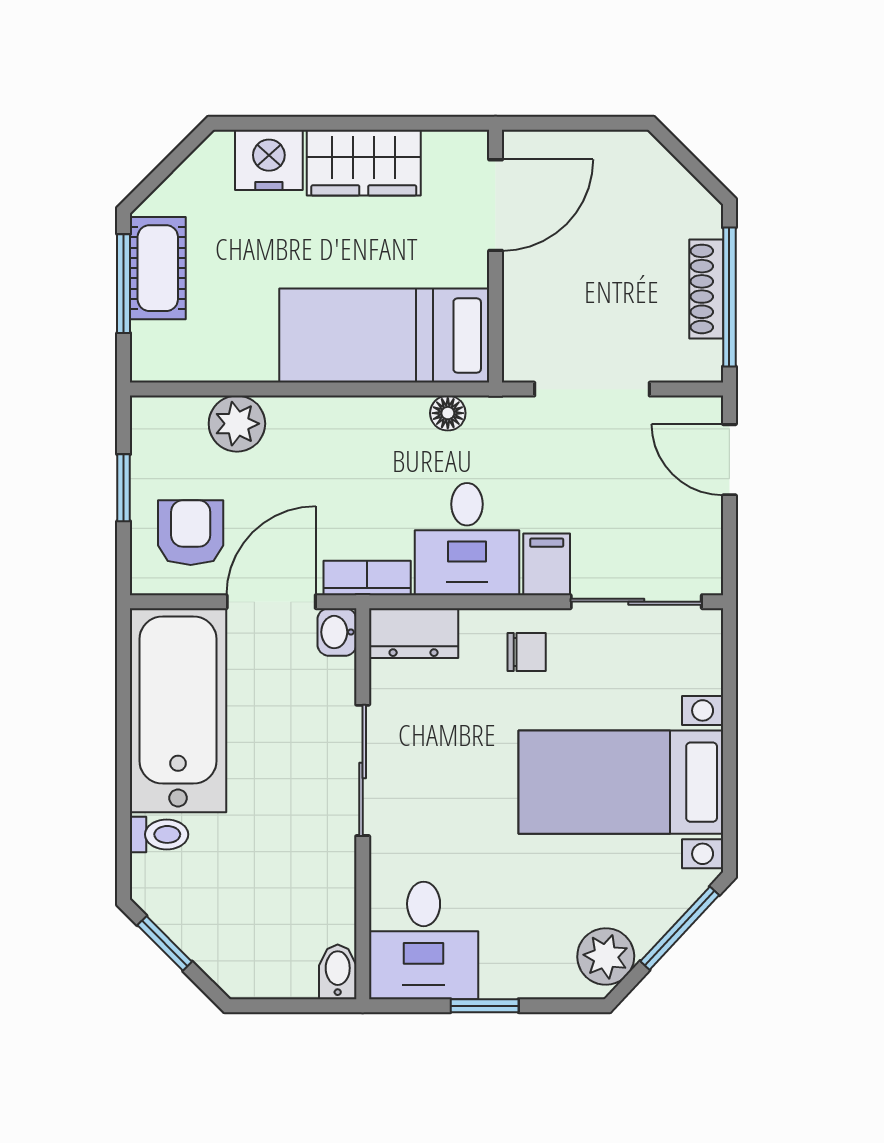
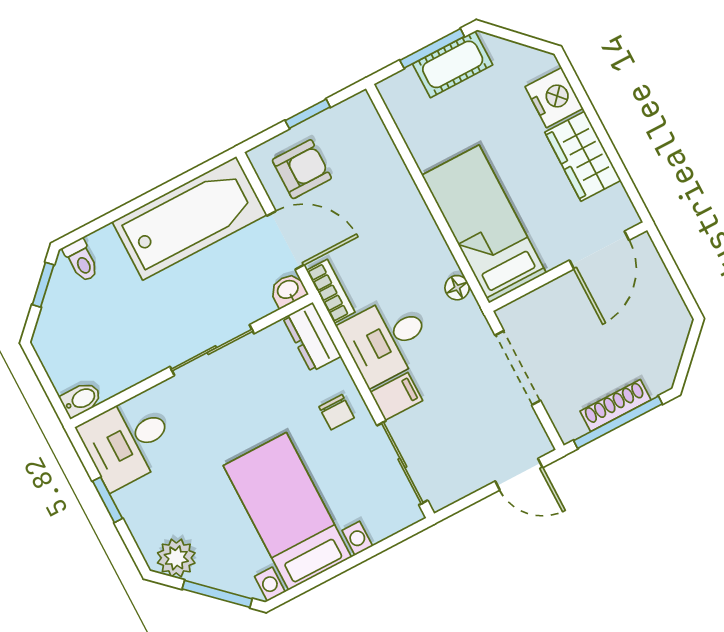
door: (496, 205) -> (599, 250), hinge flipped
plant: (237, 424) -> (383, 162), removed
door: (729, 460) -> (519, 474), swing flipped
toilet: (159, 834) -> (81, 260), moved

